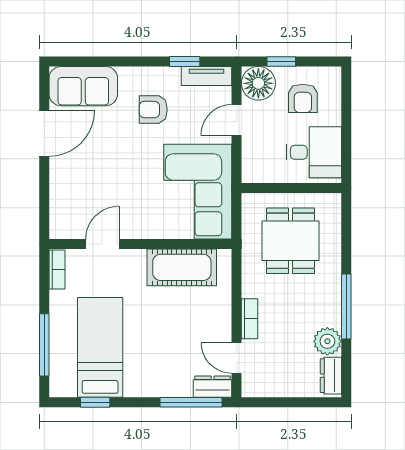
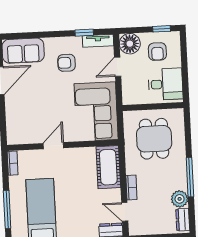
window: (281, 62) -> (162, 29), moved
door: (102, 244) -> (53, 146), moved
cot: (182, 267) -> (108, 167), moved, turned 90

